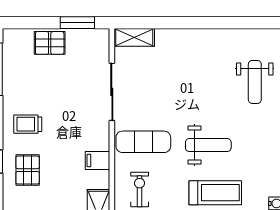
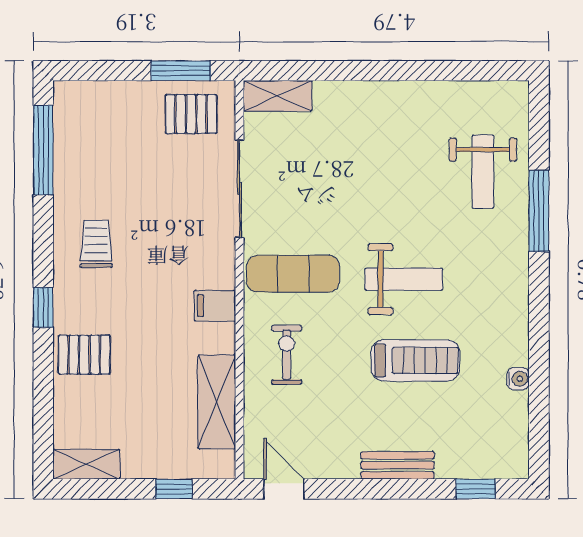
pallet: (50, 43) -> (191, 114), moved
trolley: (28, 124) -> (96, 244), turned 90
pallet: (28, 170) -> (84, 355), moved, turned 90

